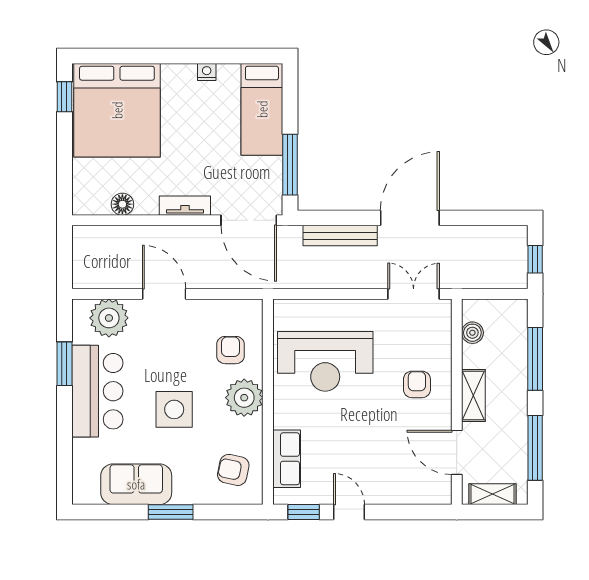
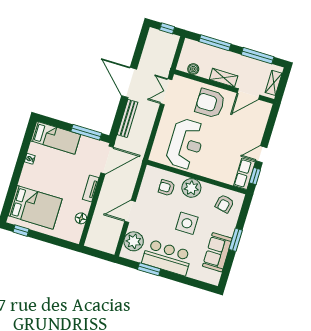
bed: (117, 110) -> (35, 207), width x0.73
armchair: (417, 384) -> (210, 103), width x1.88, depth x1.88
row of seats: (287, 459) -> (244, 174), moved, turned -90

